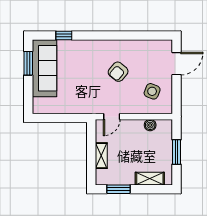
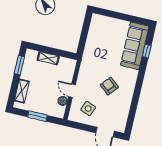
window: (28, 63) -> (132, 19), removed
sofa: (44, 68) -> (135, 46), moved, turned 90
door: (112, 117) -> (72, 91), moved

